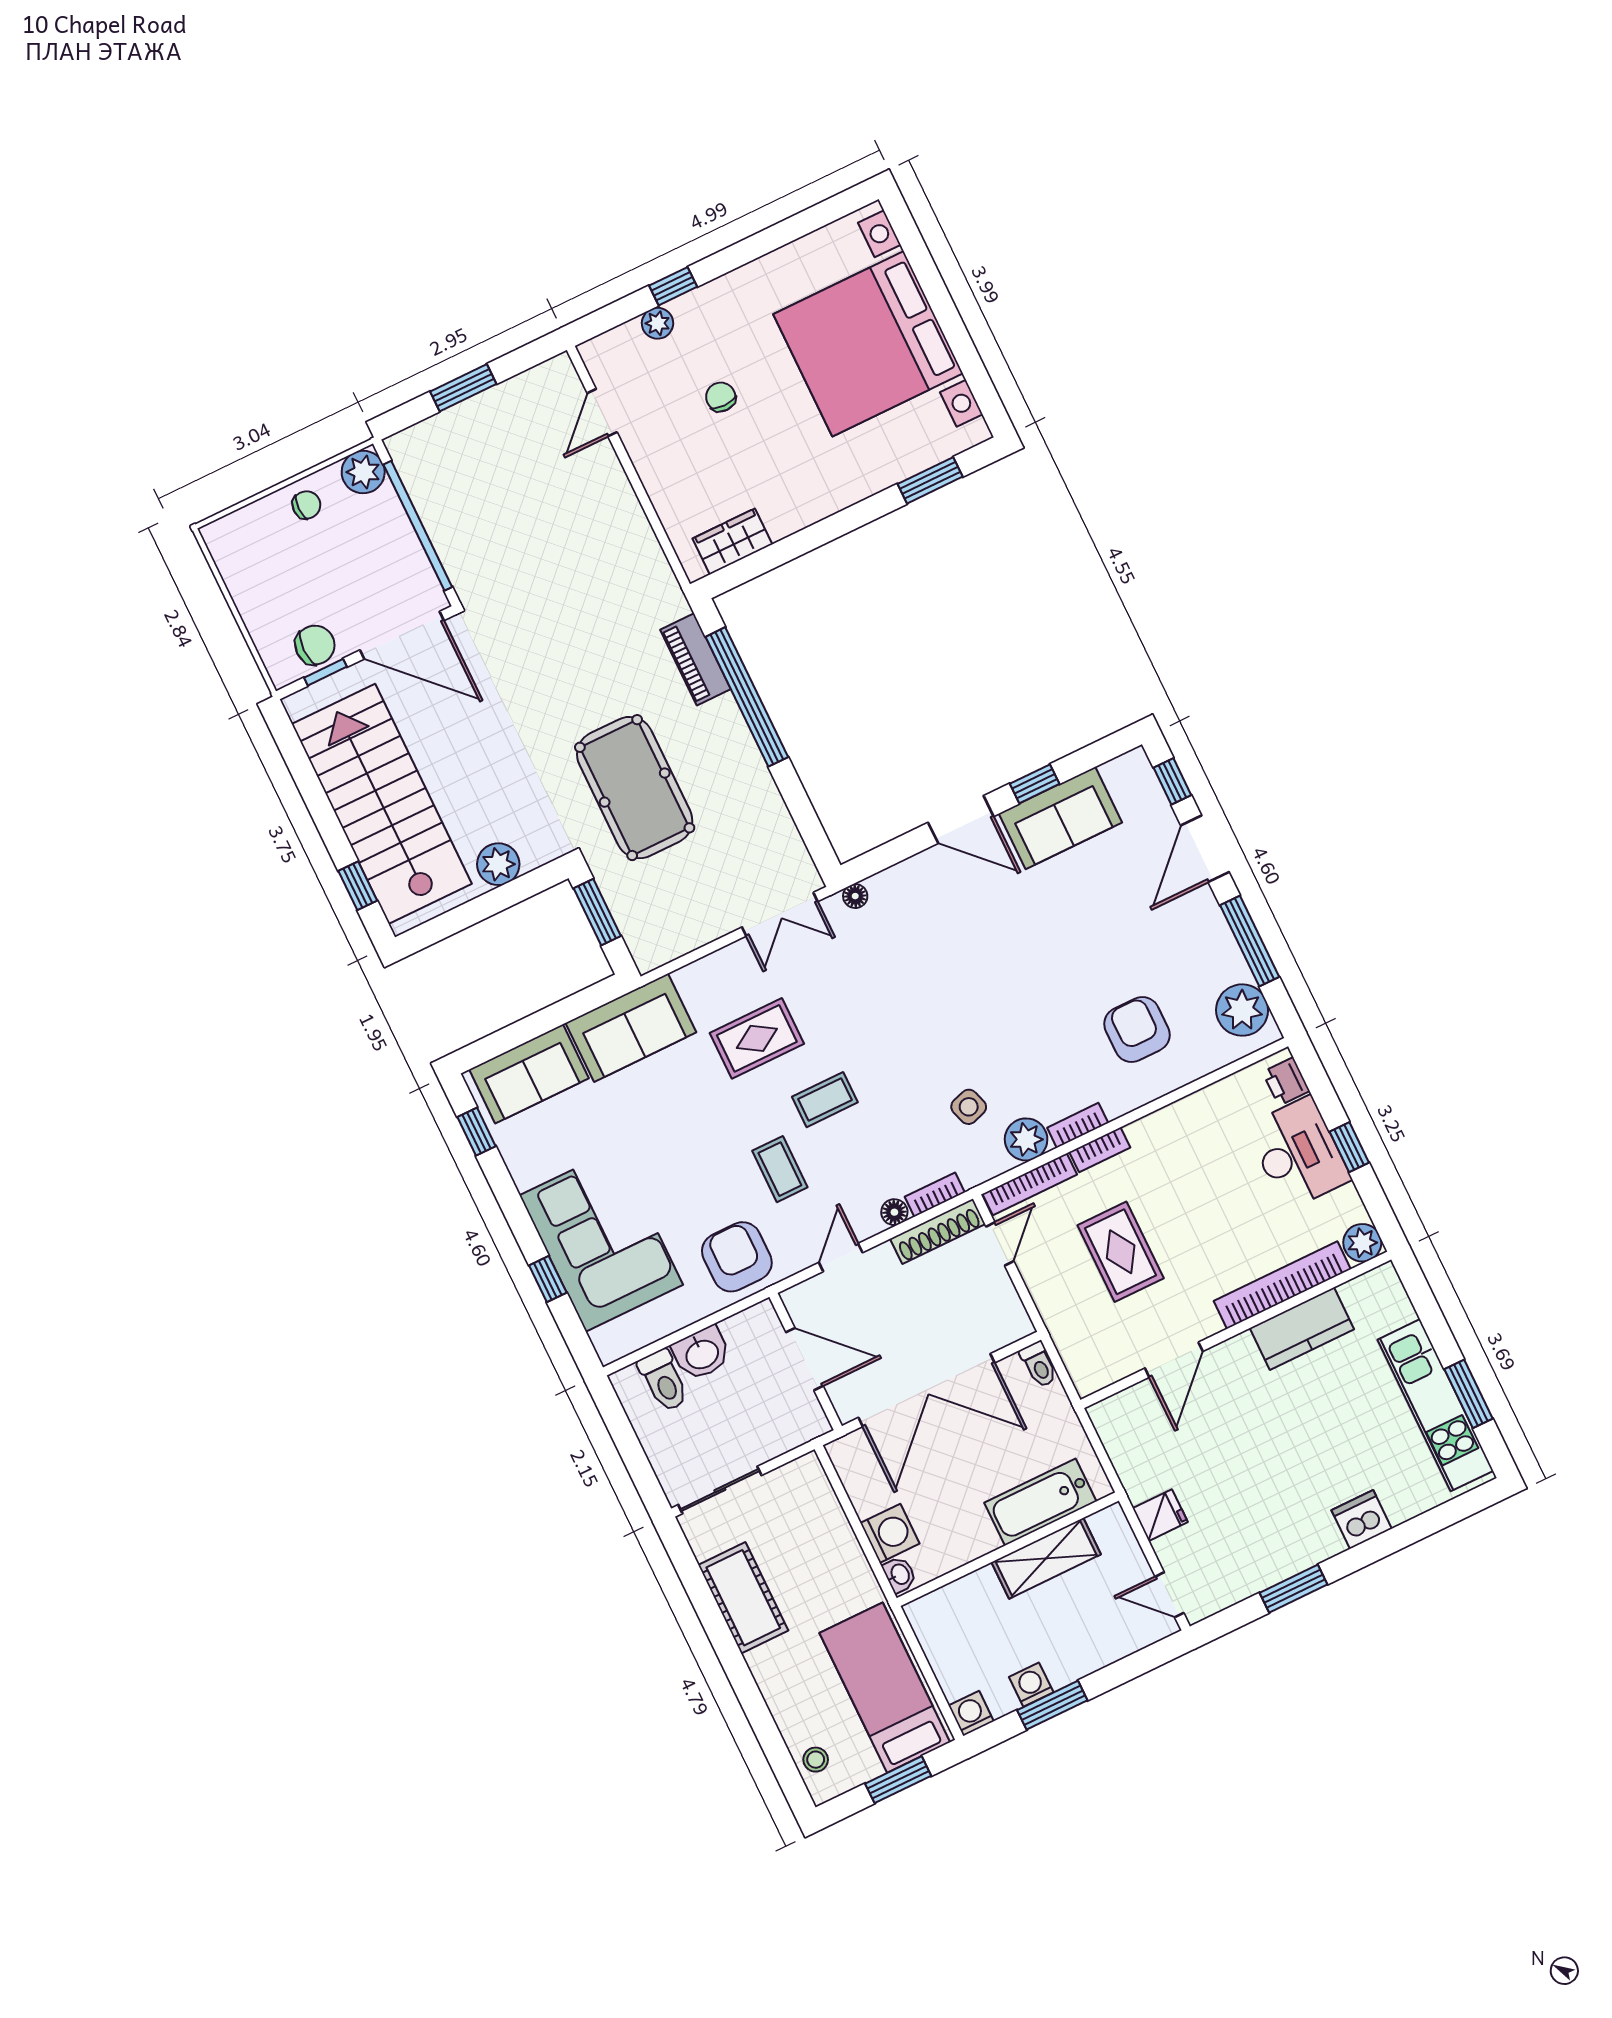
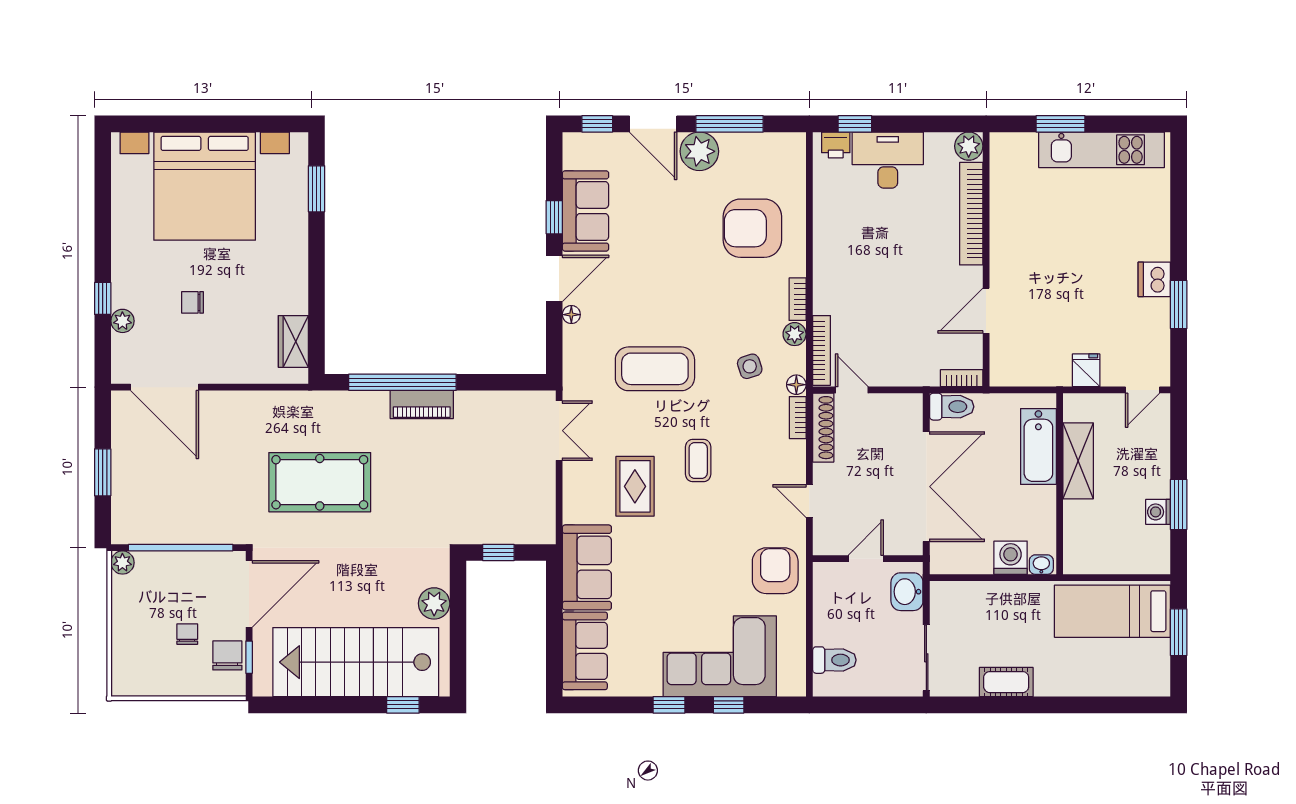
door: (602, 413) -> (165, 387), width x1.87
plant: (363, 472) -> (122, 563), width x0.73, depth x0.73
chair: (306, 505) -> (187, 634), moved
piano: (695, 659) -> (422, 405), moved
pool table: (635, 788) -> (320, 482), moved
floor lamp: (855, 896) -> (571, 315), moved
window: (597, 912) -> (498, 553), width x0.67
plant: (1242, 1010) -> (699, 151), moved
armchair: (1137, 1029) -> (752, 228), width x1.36, depth x1.36
window: (477, 1132) -> (669, 705), moved
plant: (1026, 1139) -> (795, 334), width x0.73, depth x0.73
window: (1349, 1147) -> (855, 124), moved
bookcase: (1100, 1150) -> (962, 378), moved, turned -90
coffee table: (780, 1169) -> (655, 369), moved, width x1.86, depth x1.72
floor lamp: (894, 1212) -> (796, 385), moved
rug: (1121, 1252) -> (896, 311), removed
armchair: (737, 1257) -> (775, 571), turned 90
kitchen counter: (1302, 1329) -> (1007, 215), removed
washbasin: (702, 1353) -> (907, 592), moved, turned 180
door: (804, 1359) -> (866, 559), width x0.73
door: (1174, 1360) -> (986, 311), swing flipped
toilet: (1039, 1365) -> (952, 407), width x1.37, depth x1.39
window: (1468, 1394) -> (1060, 124), moved
dishwasher: (1362, 1519) -> (1154, 279), moved
cot: (743, 1598) -> (1006, 682), width x0.73, depth x0.75
washing machine: (971, 1713) -> (1158, 562), removed
stool: (816, 1760) -> (1138, 681), removed

